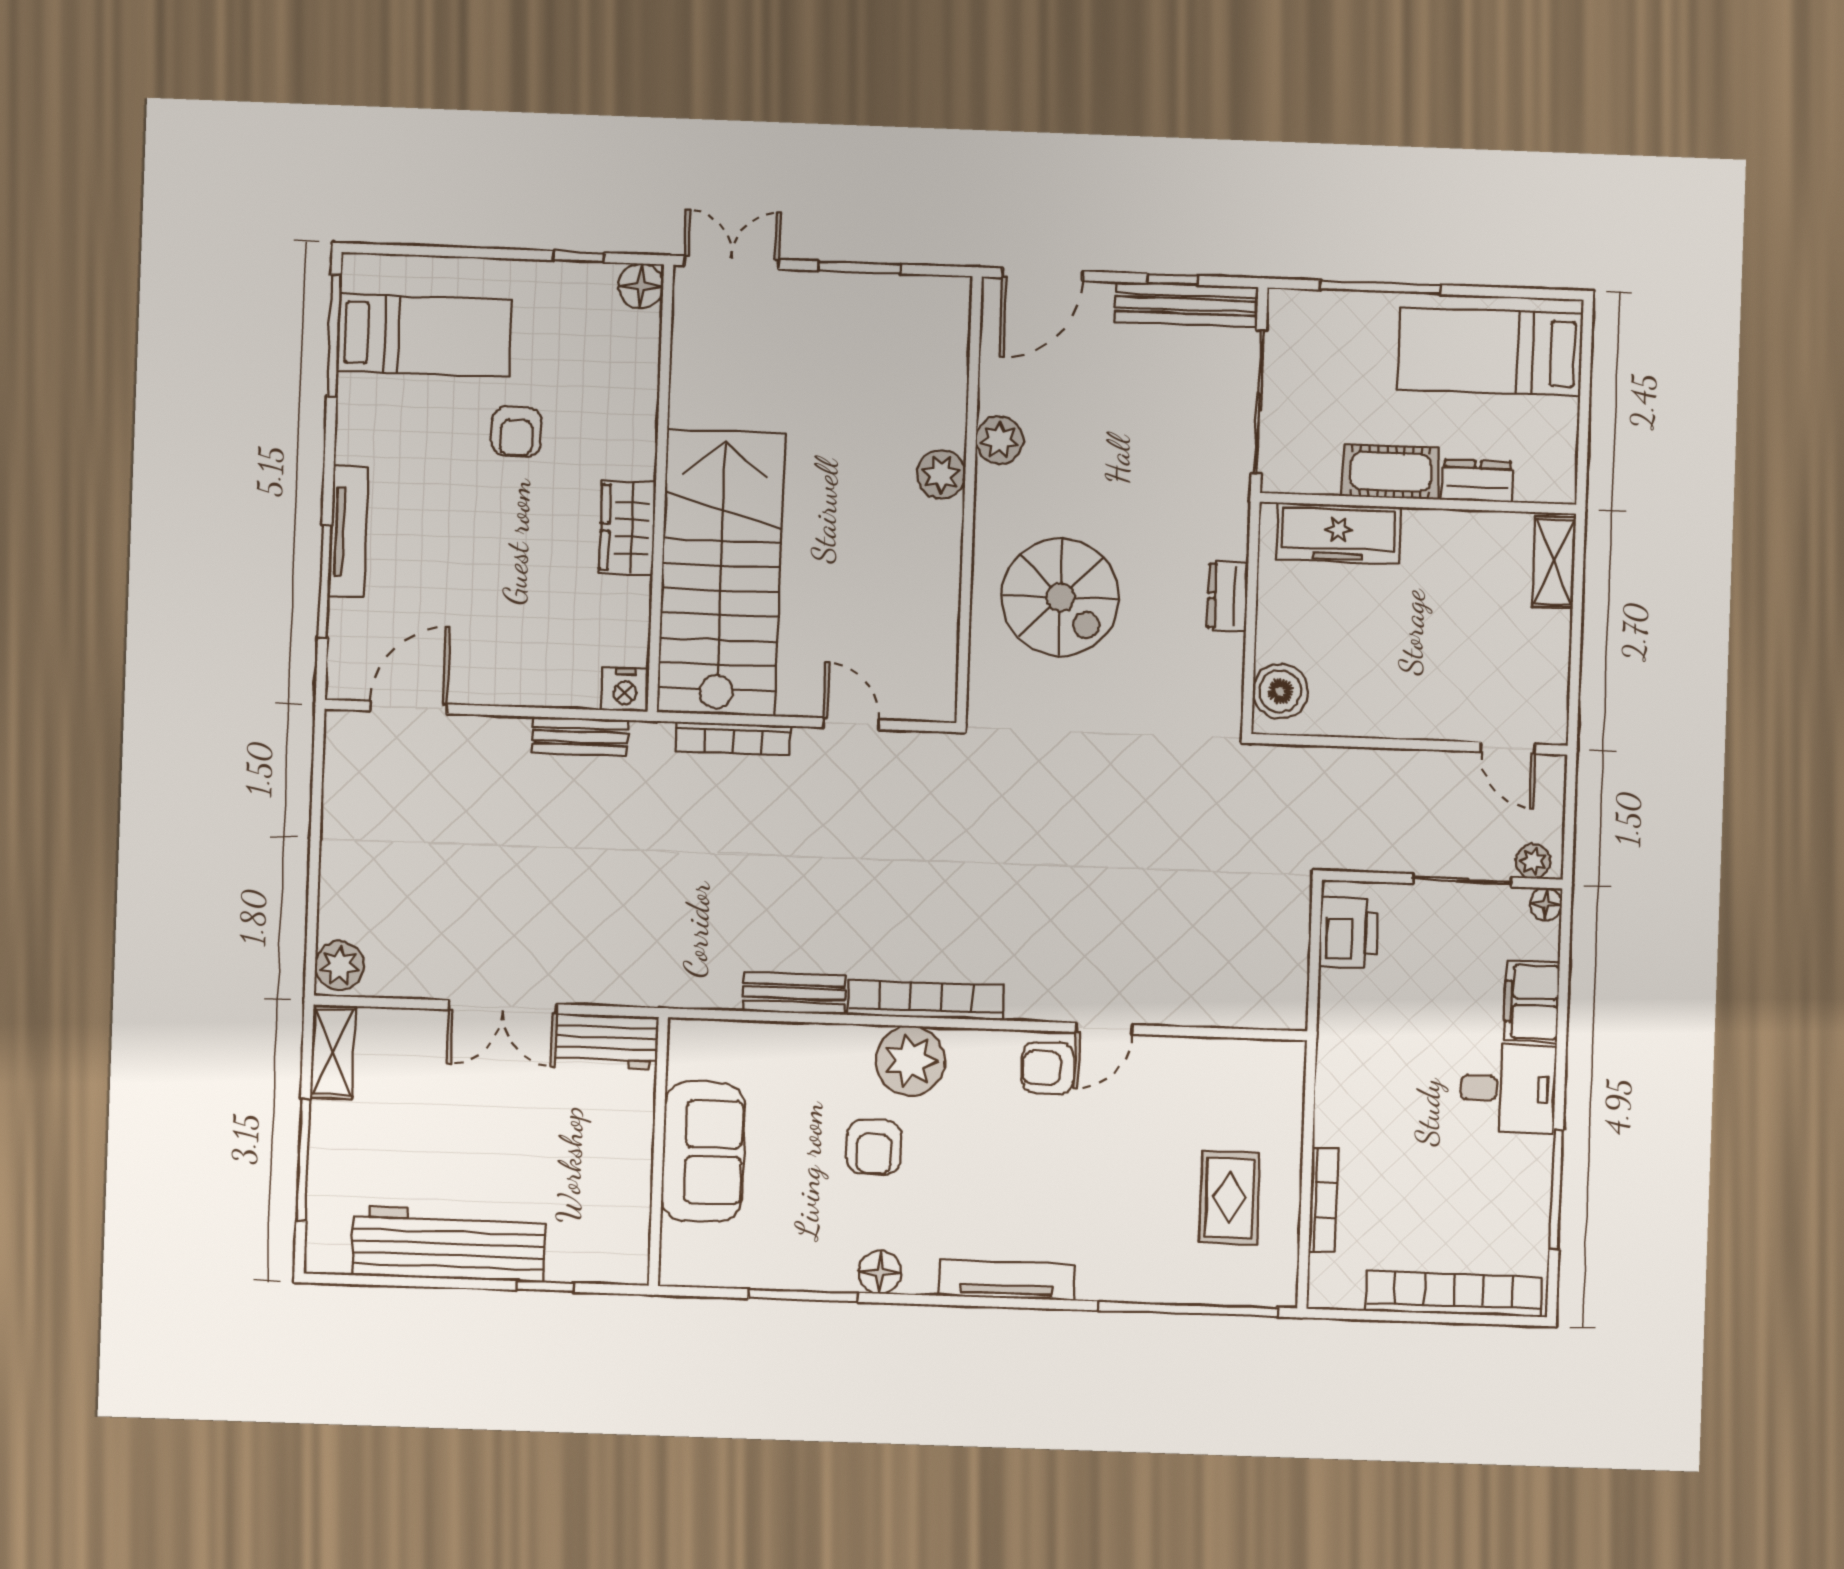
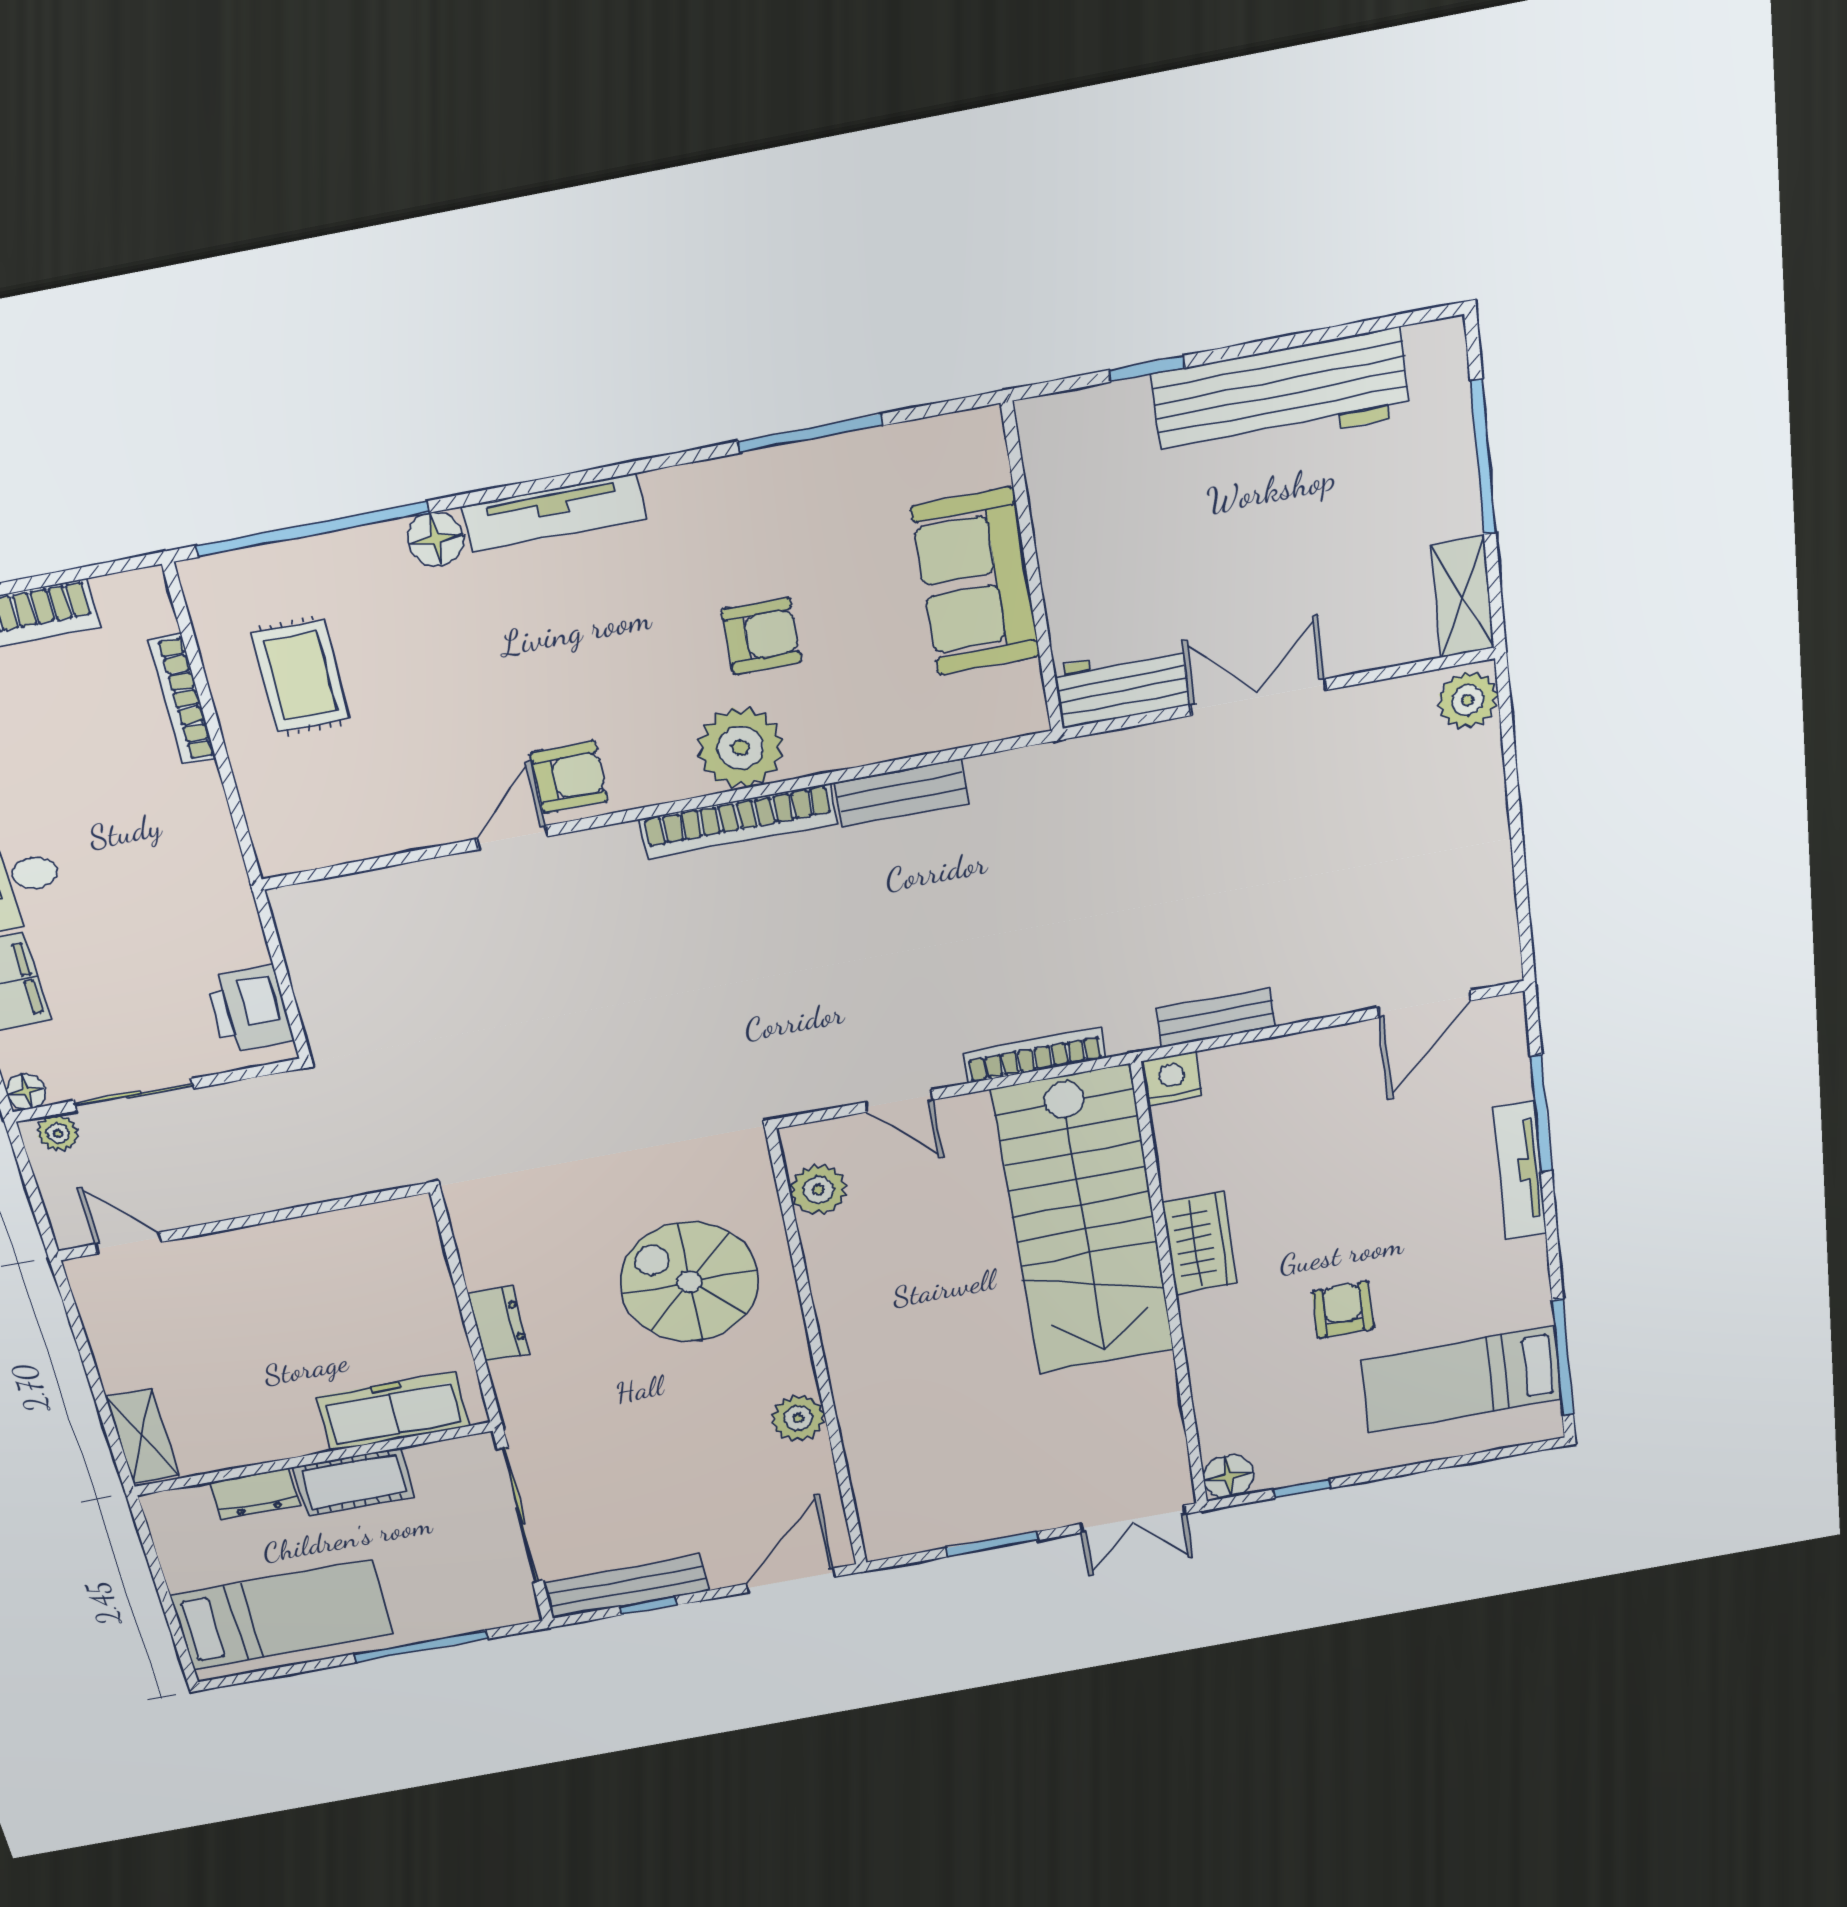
plant: (941, 474) -> (818, 1190), moved
boiler: (1280, 691) -> (410, 1243), removed
armchair: (874, 1147) -> (762, 636), turned 90
floor lamp: (880, 1272) -> (436, 539), moved

